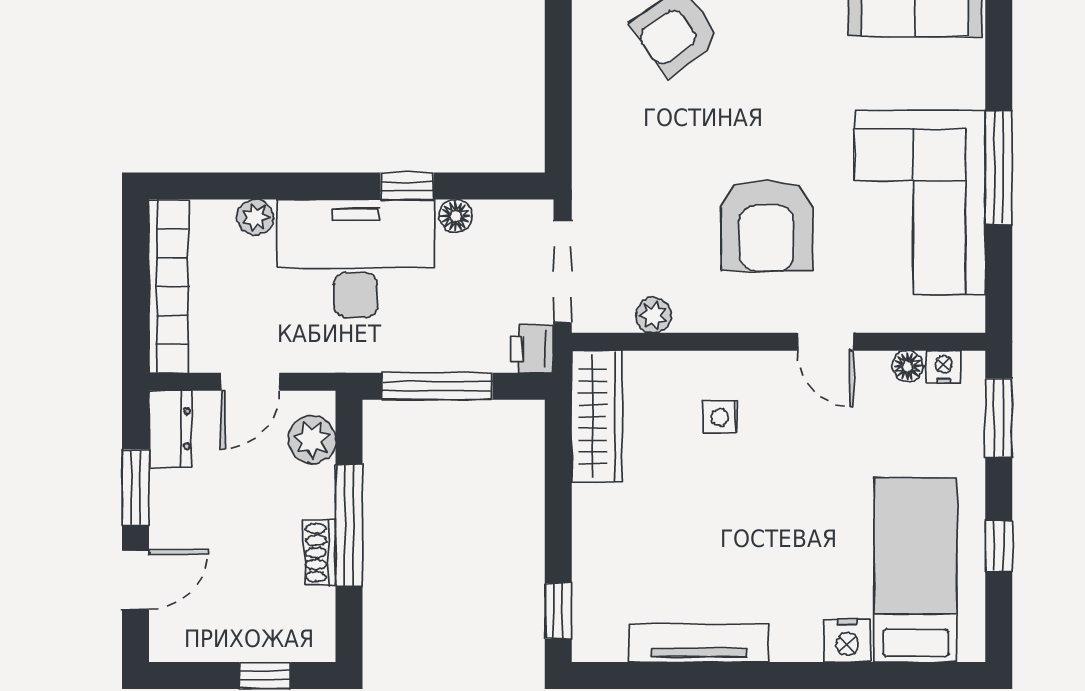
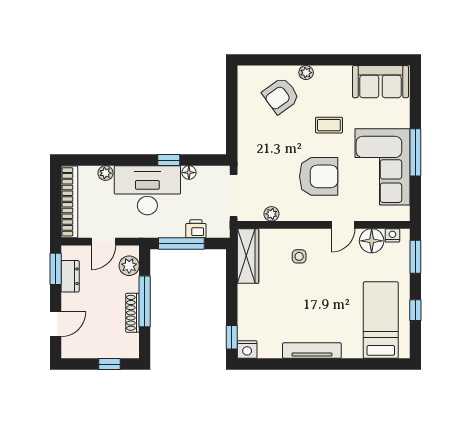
coffee table: (791, 102) -> (329, 125), added
armchair: (767, 225) -> (319, 176), turned -90
door: (825, 342) -> (343, 225), hinge flipped
printer: (532, 349) -> (196, 229), moved, turned 90
floor lamp: (908, 366) -> (372, 241), width x1.89, depth x1.89
dresser: (170, 429) -> (70, 276), moved
window: (135, 487) -> (56, 269), moved
shoe rack: (320, 553) -> (132, 313), width x1.43
nightstand: (847, 641) -> (247, 350), moved
tv unit: (699, 643) -> (312, 351), moved

